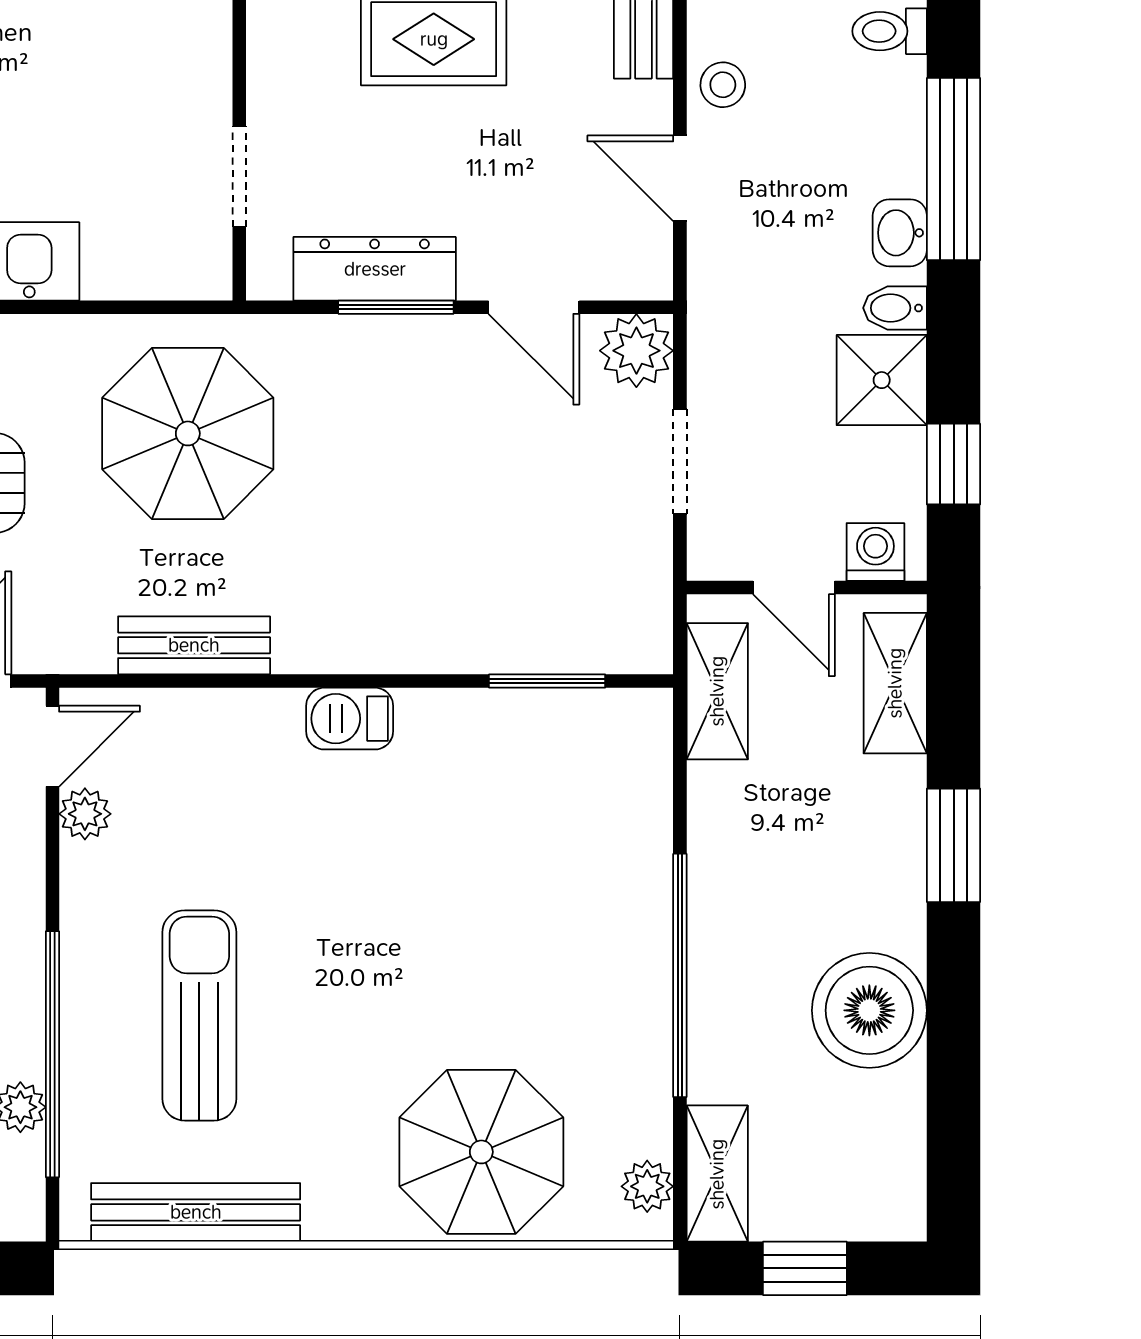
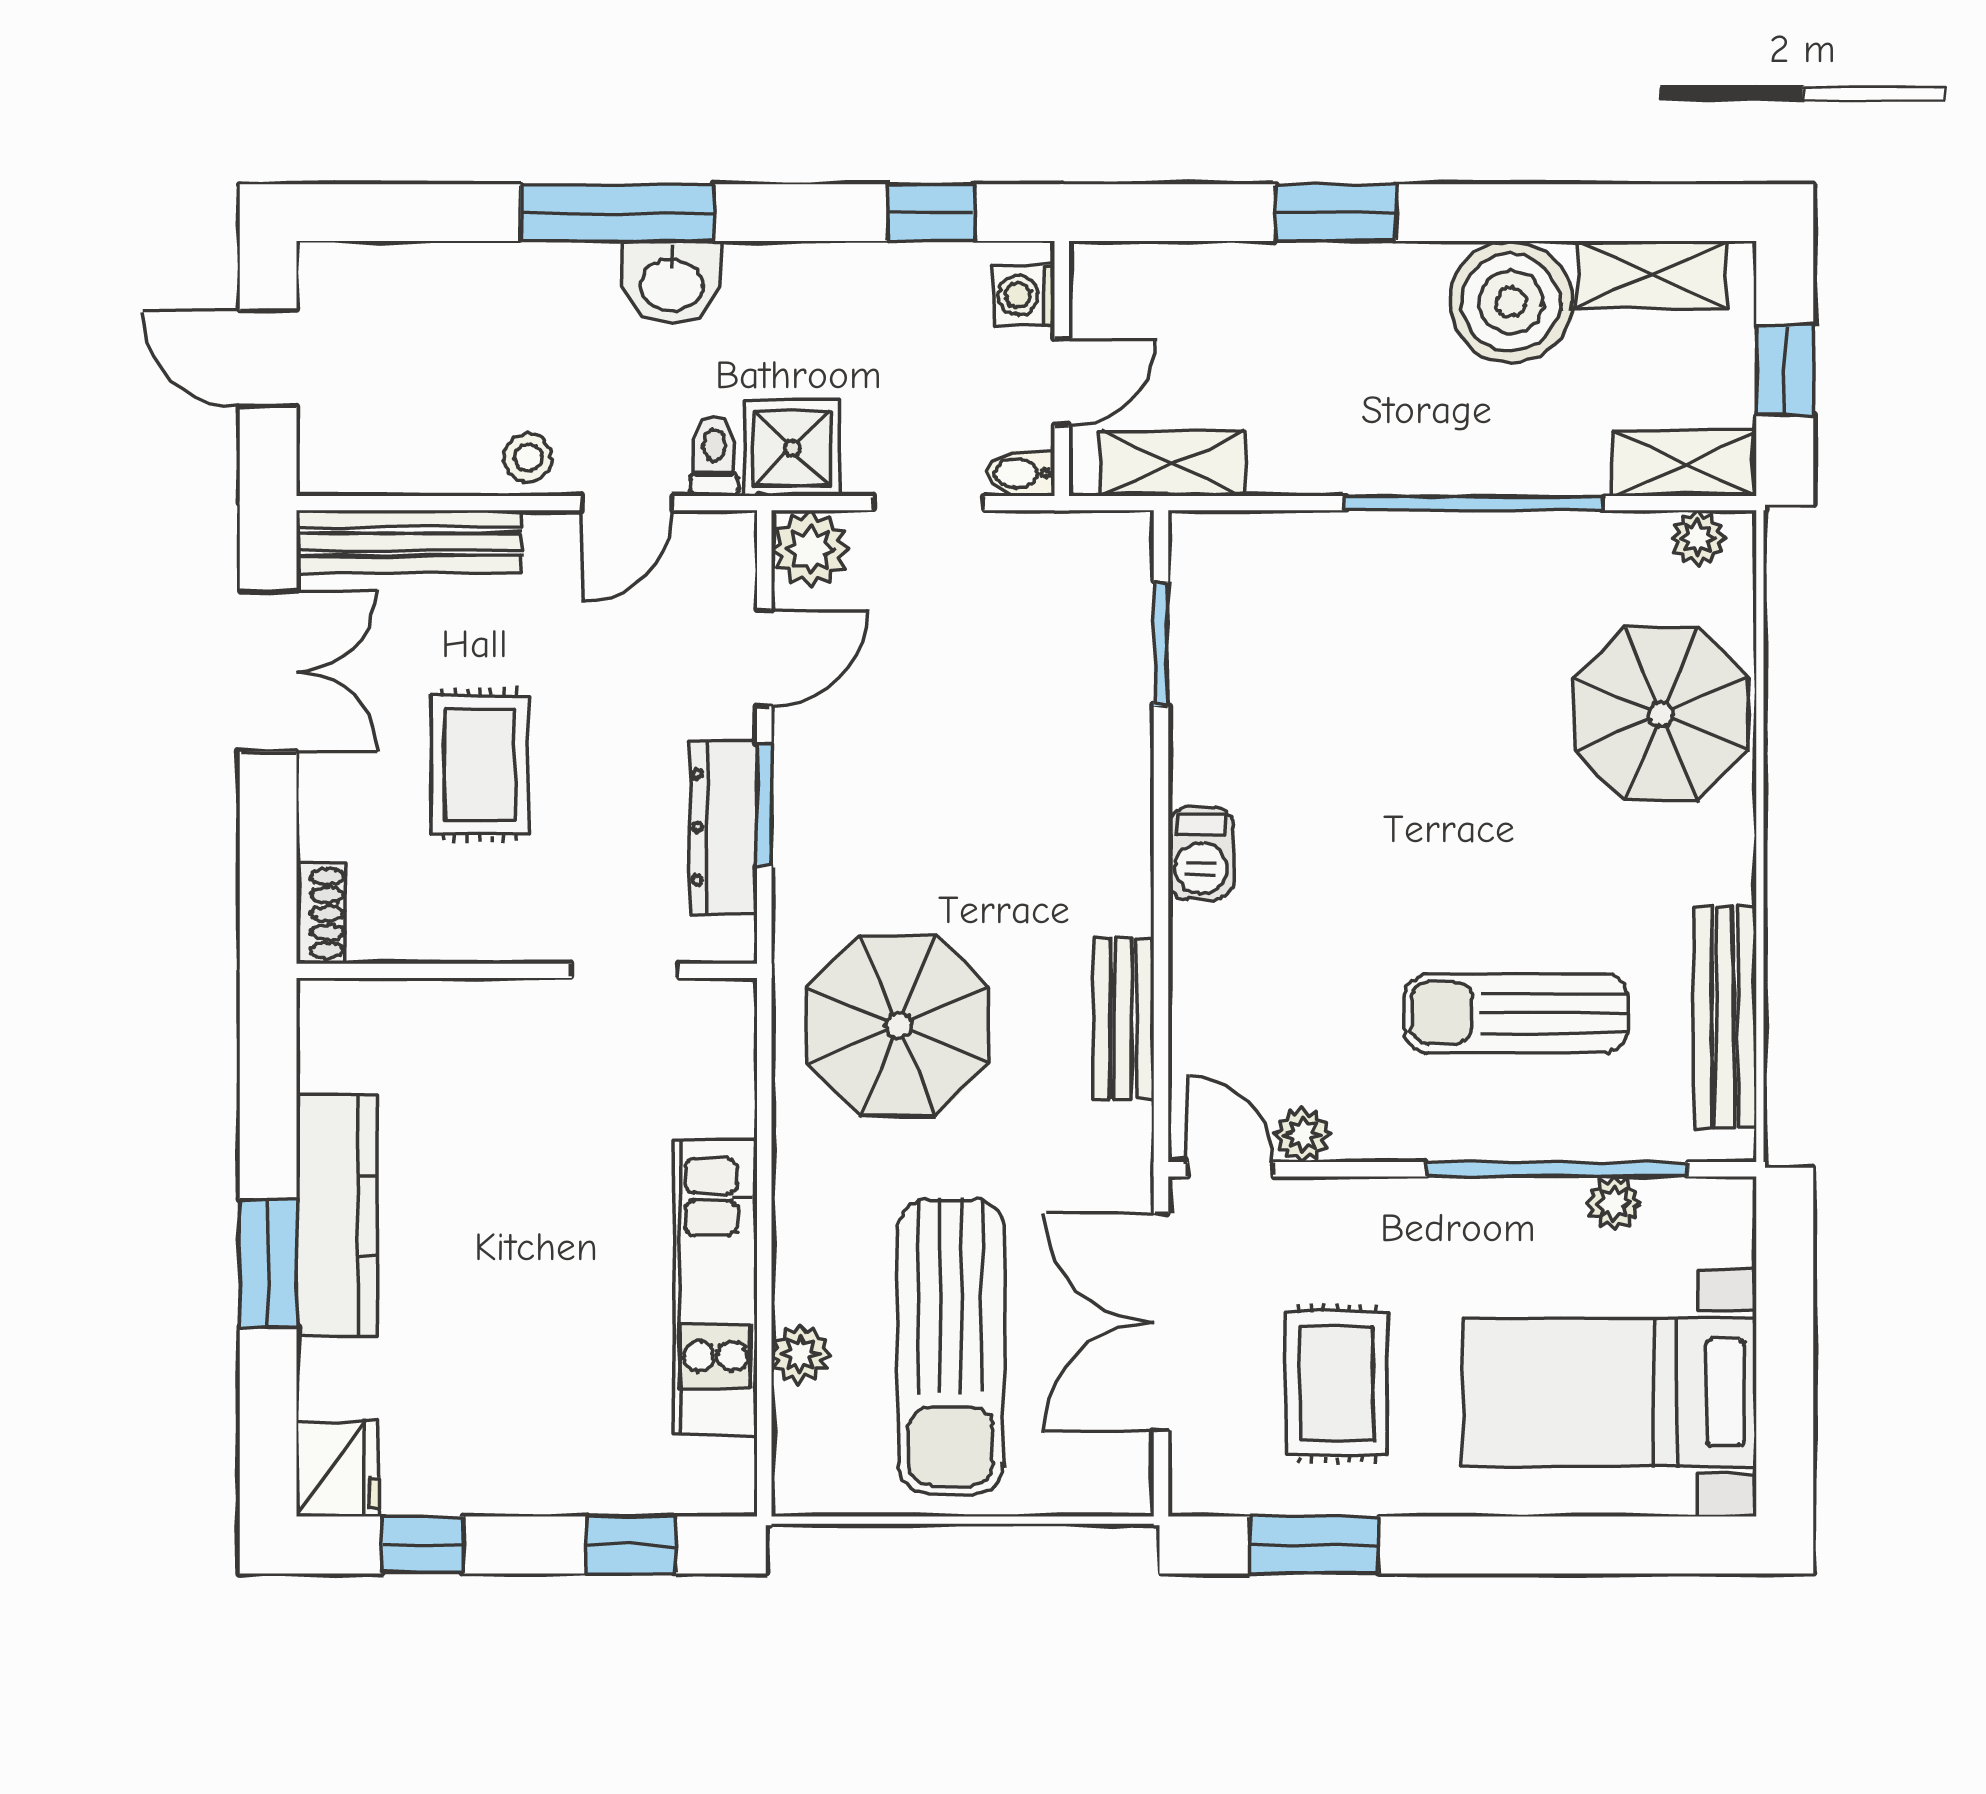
toilet: (890, 31) -> (714, 457), moved, turned 180
washbasin: (900, 233) -> (672, 283), width x1.38, depth x1.45
bidet: (895, 308) -> (1021, 473), moved, turned 90
shower: (882, 380) -> (792, 448), moved
shelving: (895, 683) -> (1652, 275), moved

